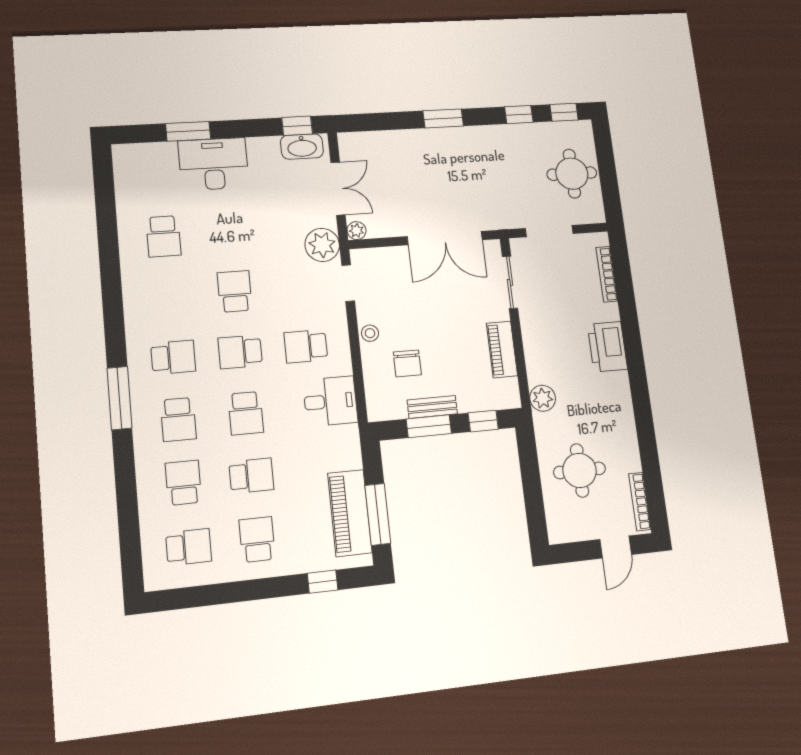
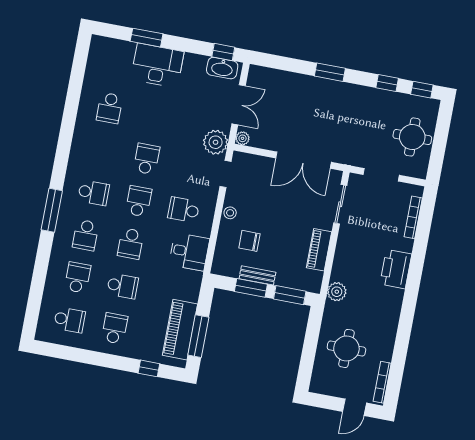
school desk: (240, 352) -> (139, 201), turned 90
chair: (407, 363) -> (249, 241), turned 90
window: (483, 421) -> (290, 295), width x1.50

